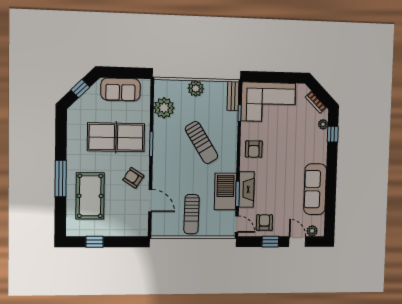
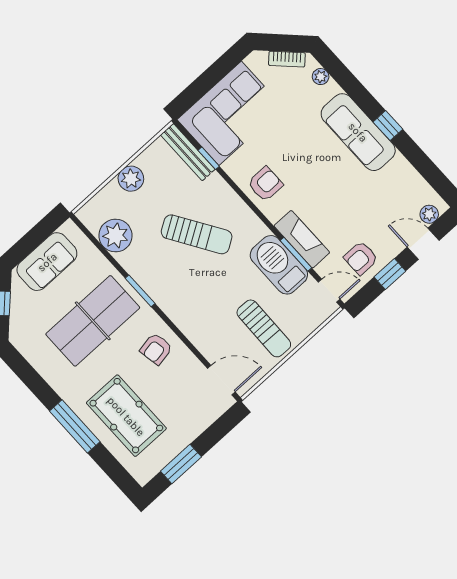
bench: (233, 96) -> (188, 152), width x1.36
window: (333, 134) -> (388, 126), moved
armchair: (254, 149) -> (265, 184), turned -90
armchair: (133, 178) -> (156, 349), turned -43
sofa: (315, 189) -> (358, 132), moved
door: (150, 201) -> (221, 380), moved
armchair: (264, 223) -> (361, 258), turned -90
window: (95, 242) -> (181, 464), width x1.50

